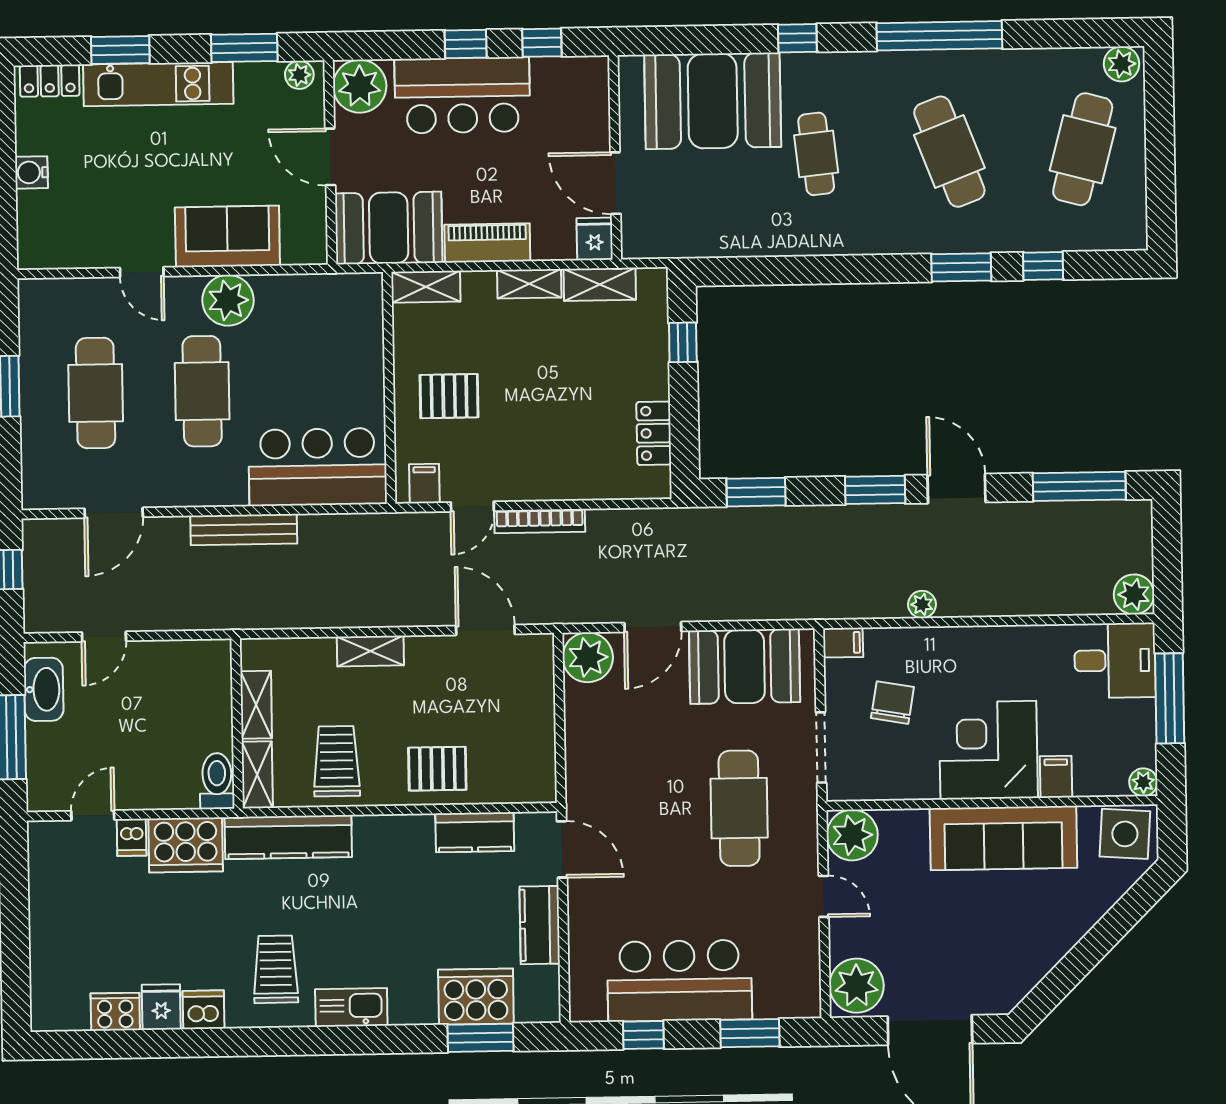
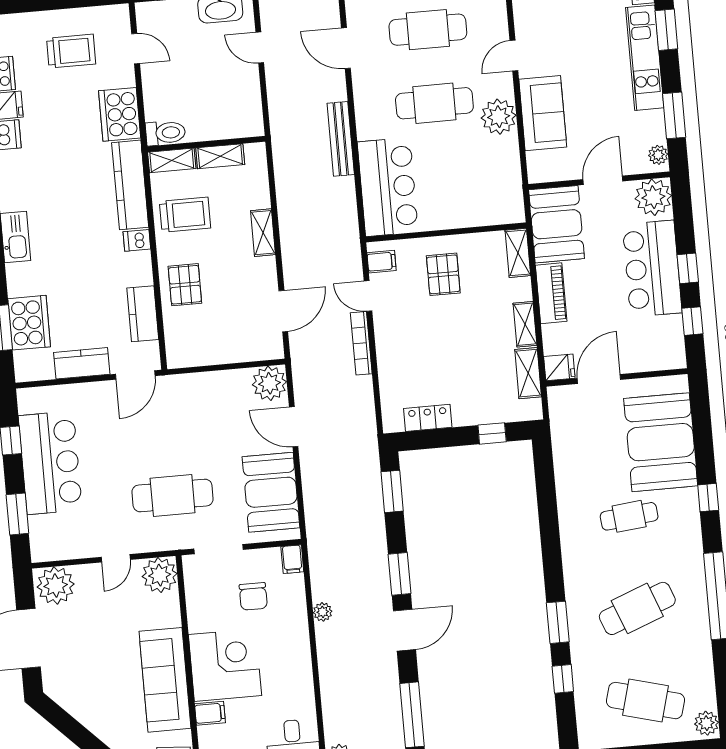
chair: (892, 703) -> (253, 596), turned 80
dishwasher: (132, 837) -> (137, 240), moved
trolley: (276, 969) -> (71, 51), moved

